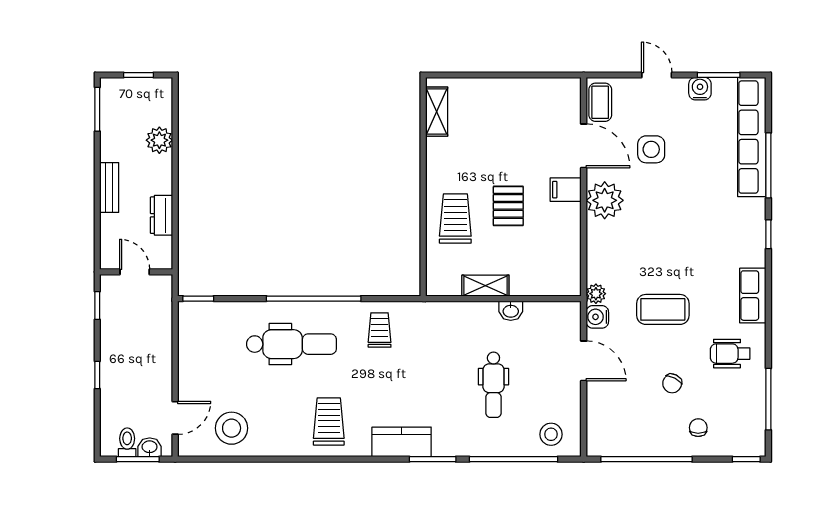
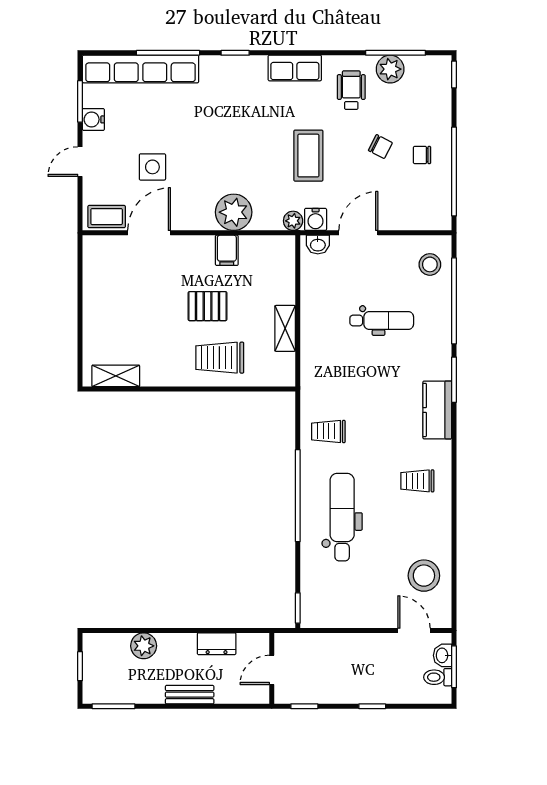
filing cabinet: (566, 190) -> (227, 250), moved
plant: (605, 200) -> (234, 212), moved
washbasin: (511, 311) -> (318, 245), moved, turned 90
wheelchair: (730, 354) -> (351, 90), turned 180
plant: (752, 393) -> (390, 69), added
trolley: (329, 421) -> (417, 481), width x0.73, depth x0.72
chair: (698, 428) -> (422, 155), moved

